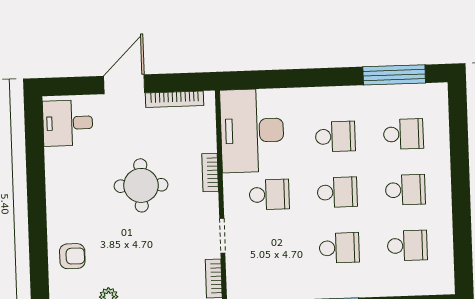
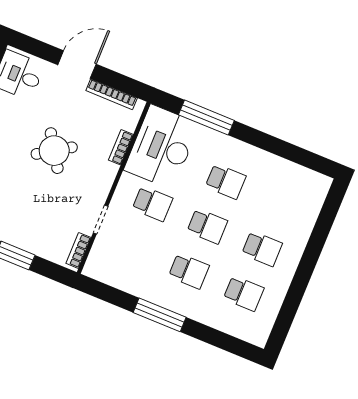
window: (394, 75) -> (206, 118), moved
school desk: (403, 134) -> (280, 204), removed
bookcase: (210, 173) -> (121, 147), moved
round table: (141, 185) -> (54, 151), turned -33

